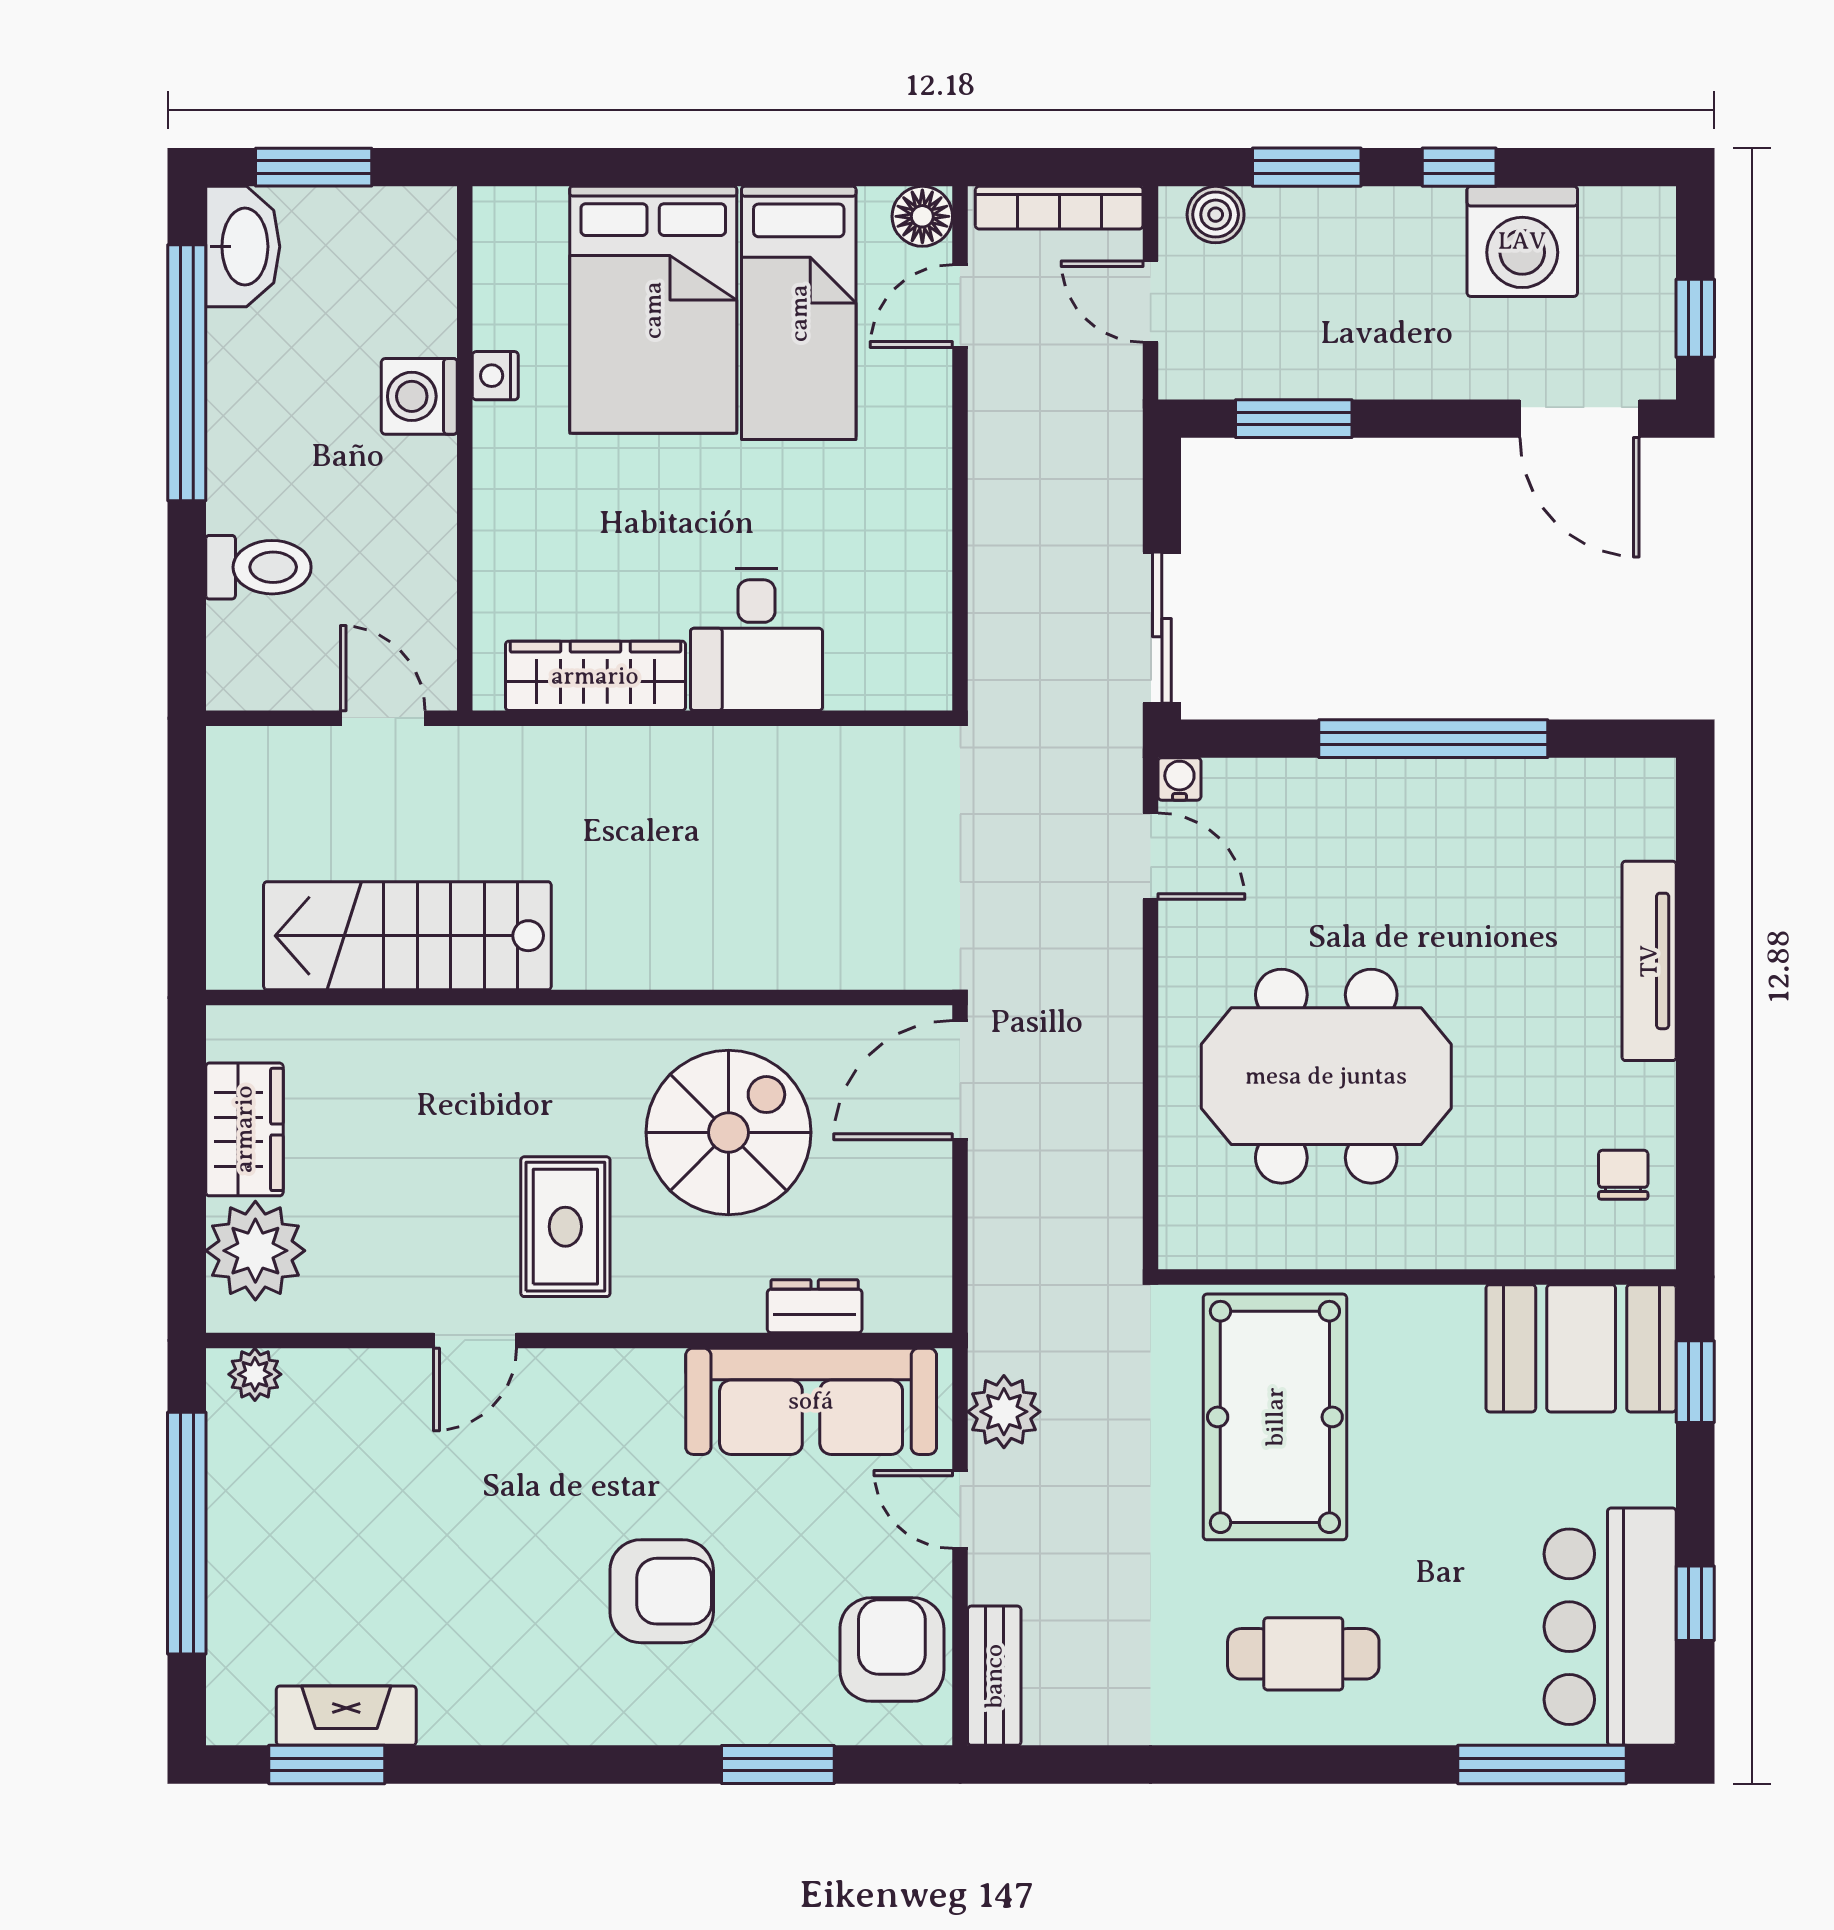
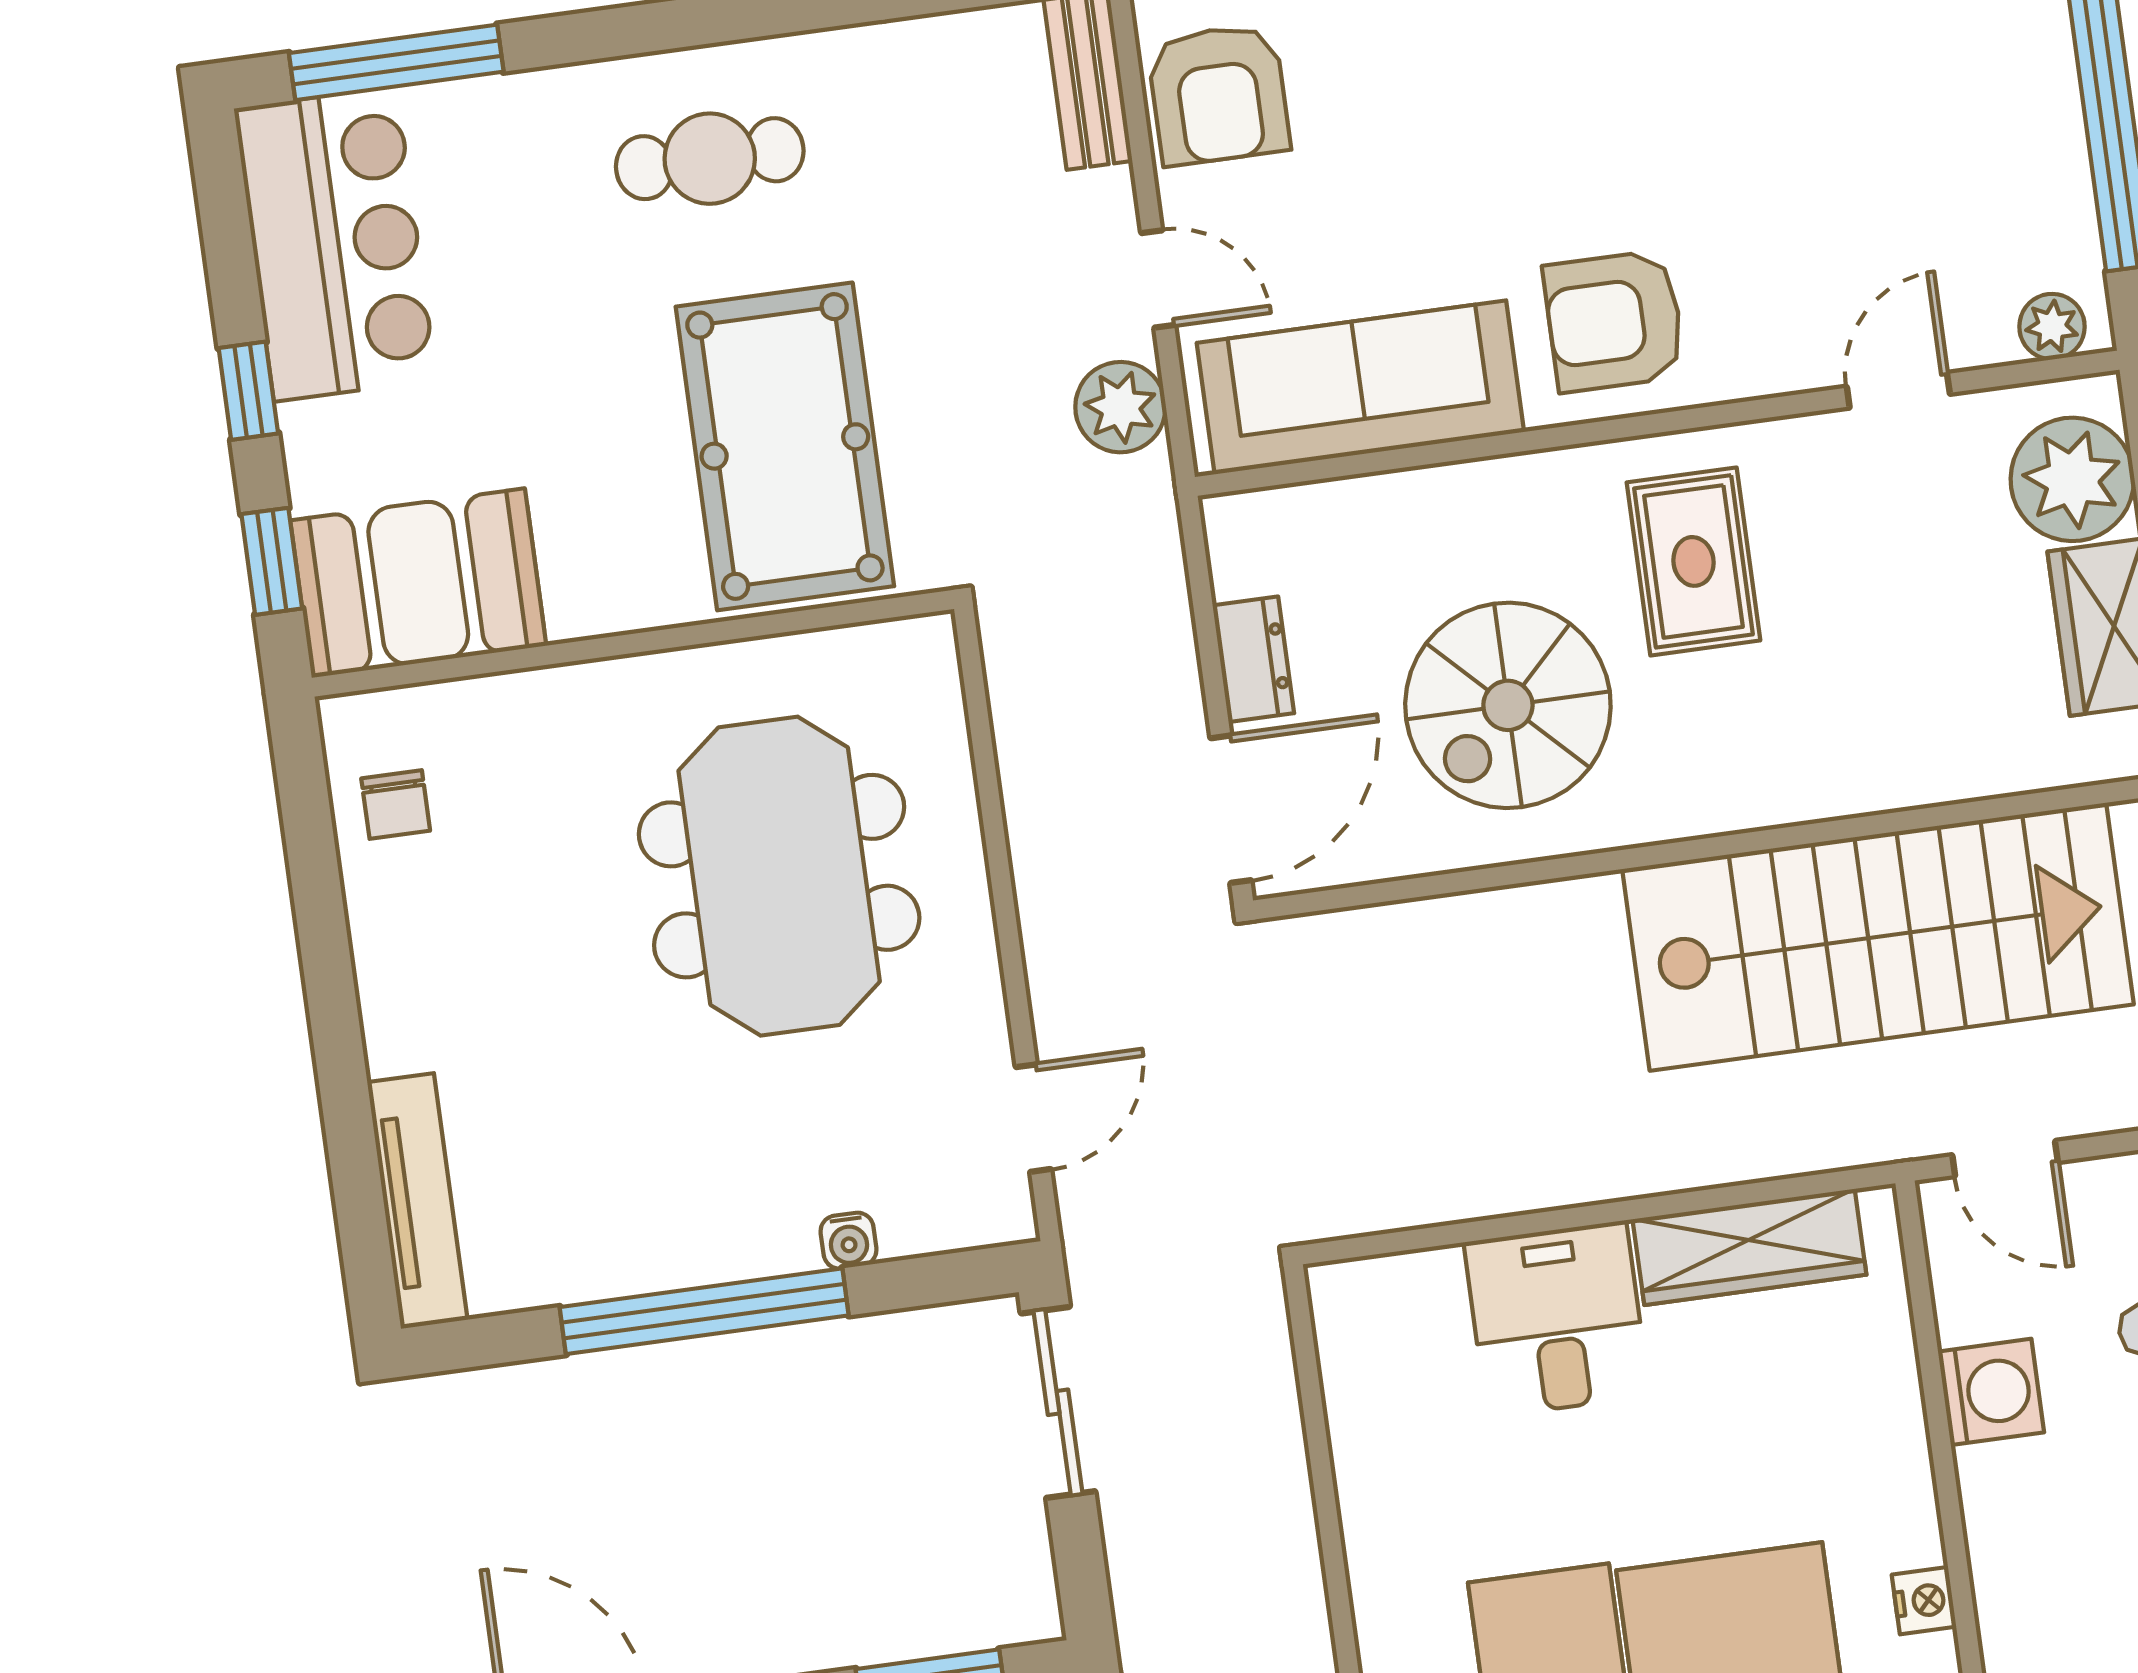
washing machine: (419, 396) -> (1991, 1392), moved
water cooler: (1179, 779) -> (848, 1241), moved
door: (1151, 856) -> (1033, 1118), swing flipped
stairs: (407, 936) -> (1878, 937), width x1.36, depth x1.51
tv unit: (1649, 961) -> (417, 1201), moved
meeting table: (1326, 1076) -> (779, 876), turned 90
dresser: (815, 1306) -> (1253, 659), moved, turned -90
door: (475, 1340) -> (1898, 390), moved
armchair: (662, 1591) -> (1614, 321), moved
window: (1695, 1603) -> (248, 391), moved

